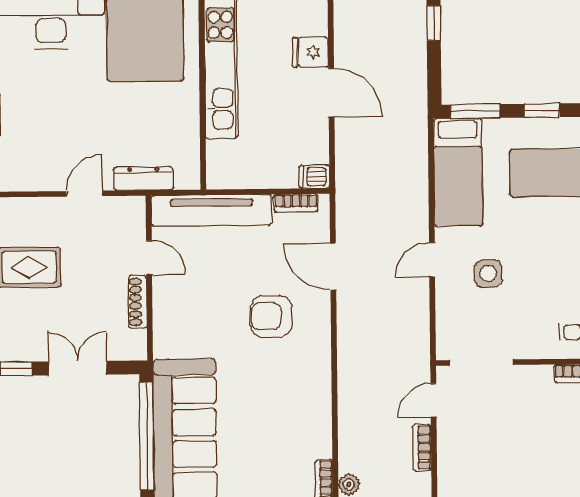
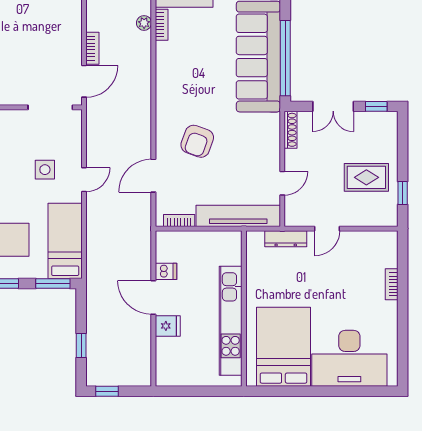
dishwasher: (314, 177) -> (166, 271), moved
door: (149, 258) -> (282, 183), swing flipped
door: (333, 267) -> (153, 176), swing flipped
shoe rack: (138, 302) -> (291, 130), moved
armchair: (271, 316) -> (197, 141), turned 110
door: (434, 400) -> (84, 81), width x1.38

